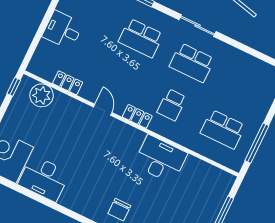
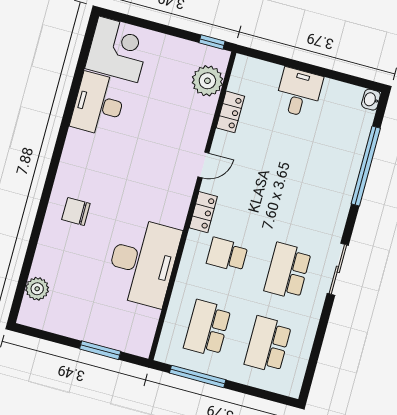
school desk: (141, 38) -> (268, 345), moved
desk: (160, 159) -> (143, 262), width x1.36, depth x1.30

